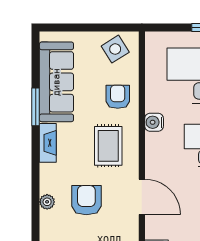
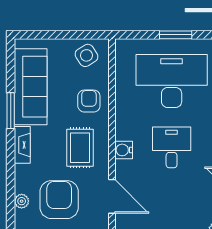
water cooler: (154, 122) -> (124, 150), moved
armchair: (86, 200) -> (59, 200), width x1.36, depth x1.36

